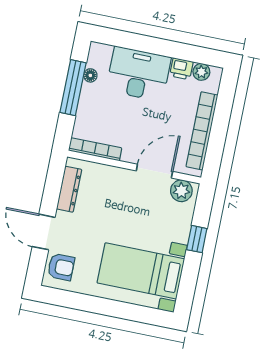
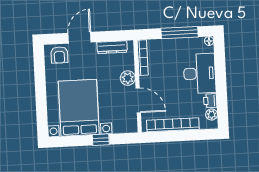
floor lamp: (90, 75) -> (209, 41), moved
plant: (181, 191) -> (128, 78), moved
bed with nightstands: (141, 271) -> (79, 108), width x1.36

